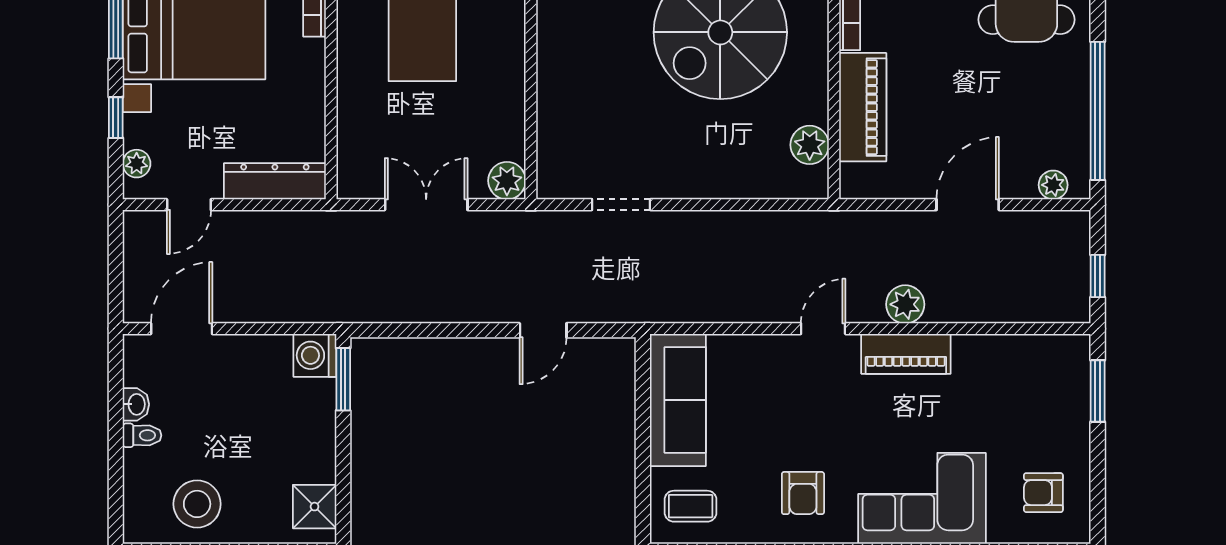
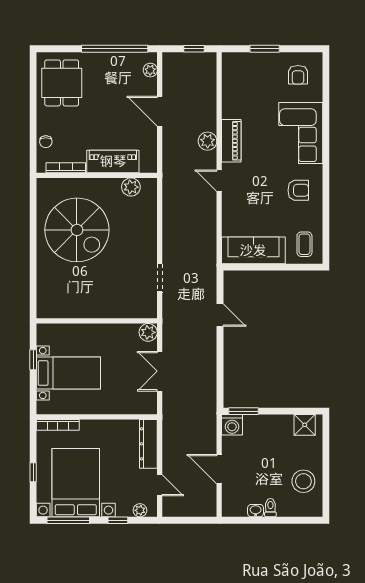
door: (182, 329) -> (219, 469), moved
window: (1098, 391) -> (265, 49), moved

